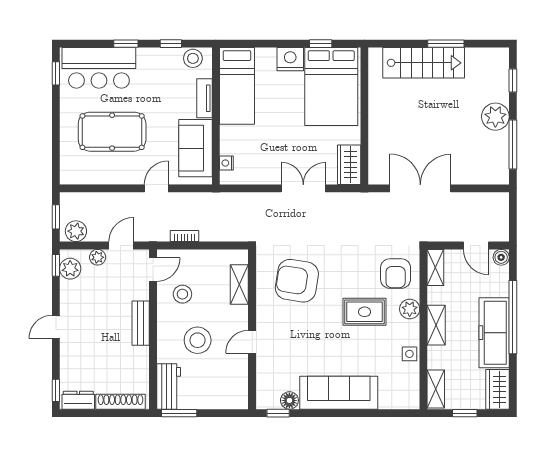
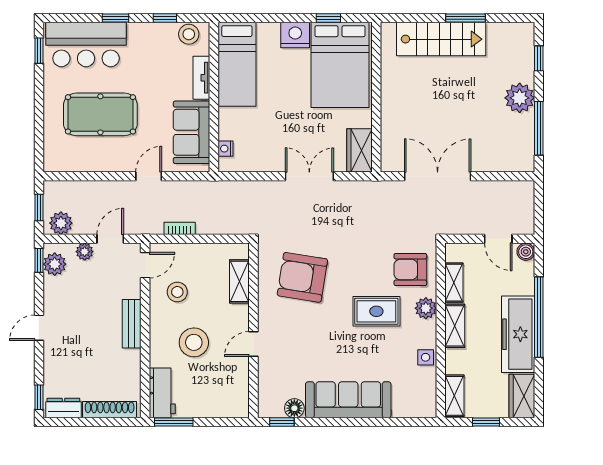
shelving: (435, 267) -> (454, 283), moved
armchair: (396, 274) -> (410, 269), turned 90

